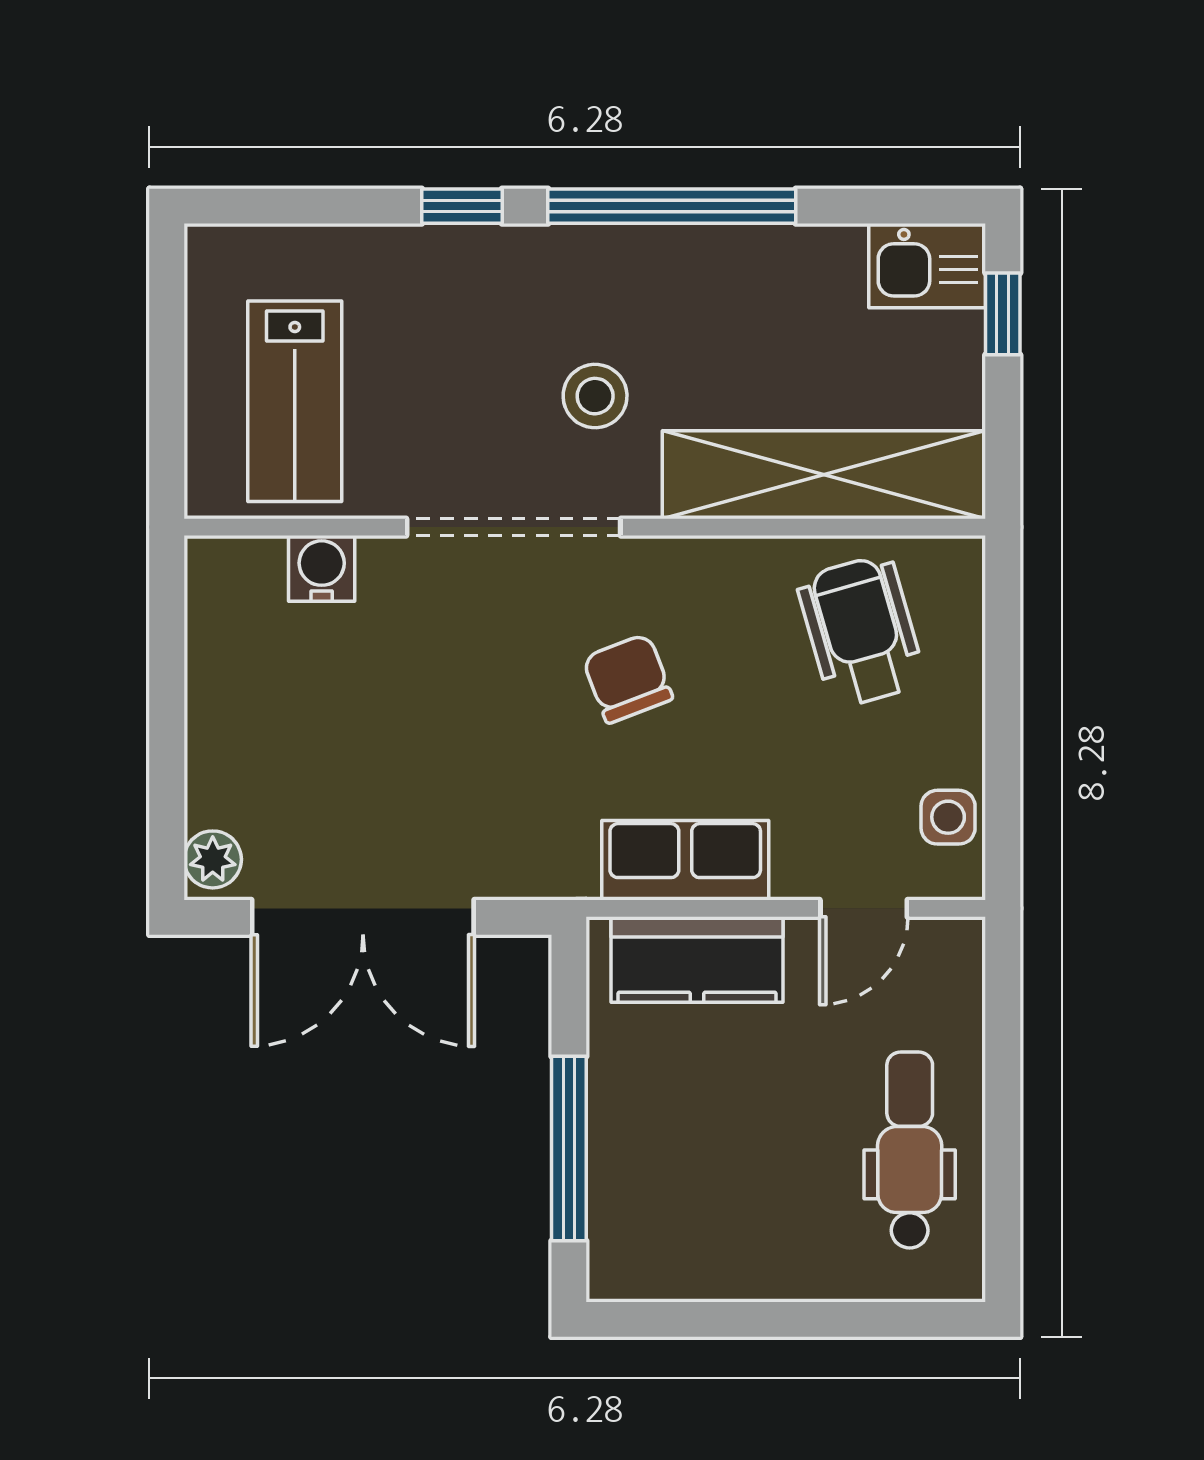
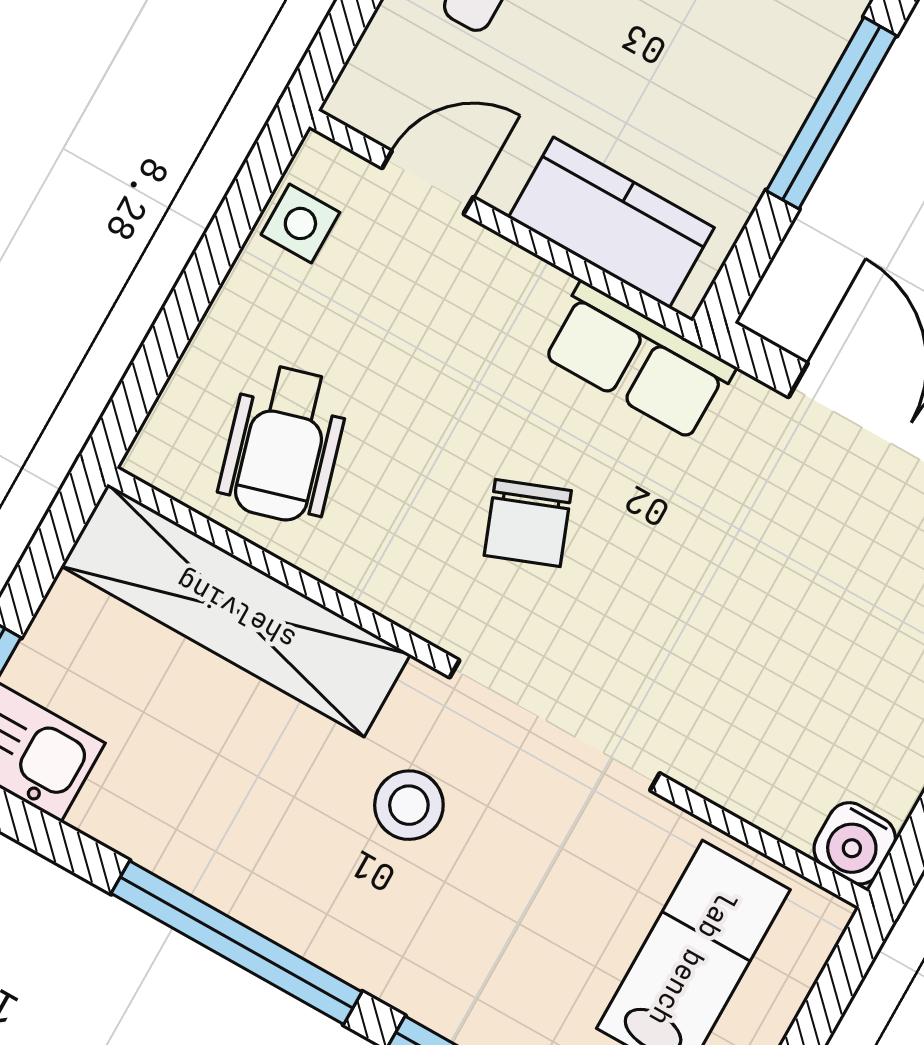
water cooler: (322, 568) -> (855, 843), moved
row of seats: (685, 860) -> (638, 361), moved

